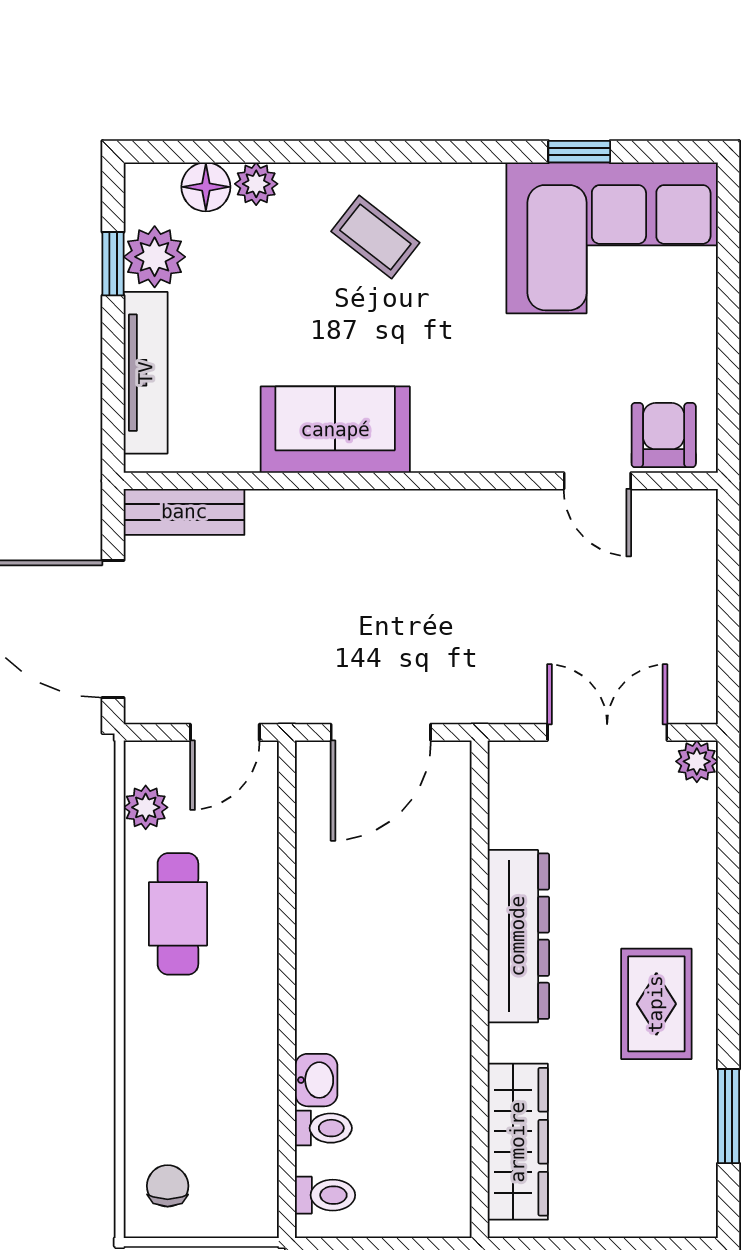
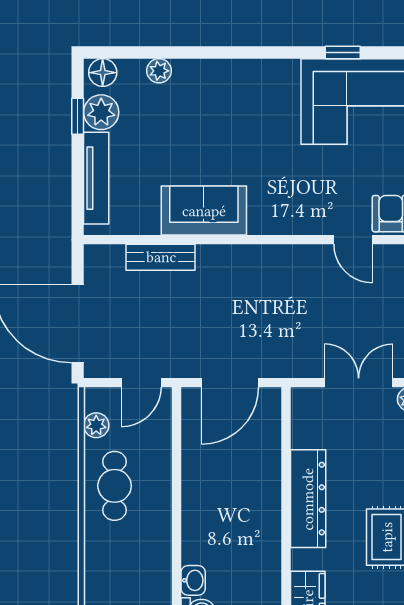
floor lamp: (206, 187) -> (103, 73), moved
coffee table: (375, 237) -> (227, 101), removed
bench: (184, 512) -> (161, 257), moved

